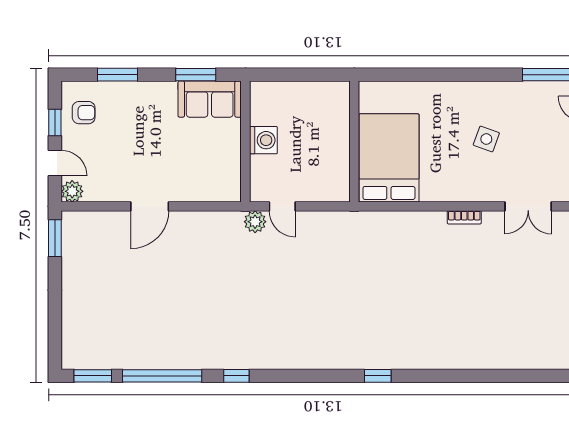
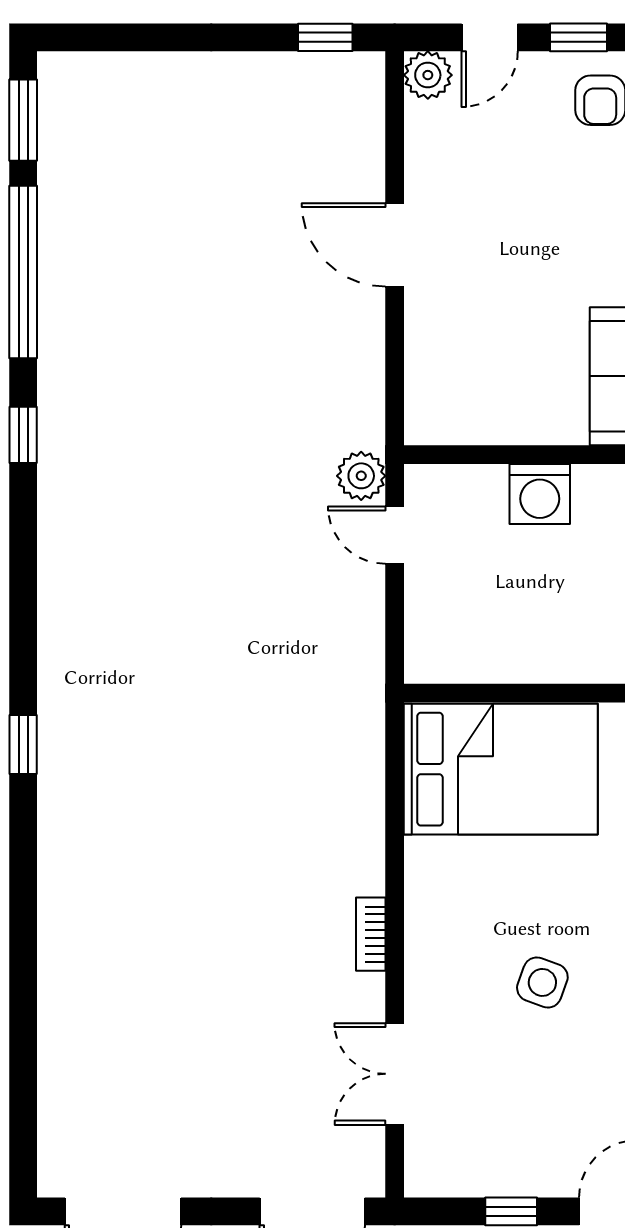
door: (282, 206) -> (395, 535), hinge flipped
window: (55, 238) -> (325, 37), width x0.67

